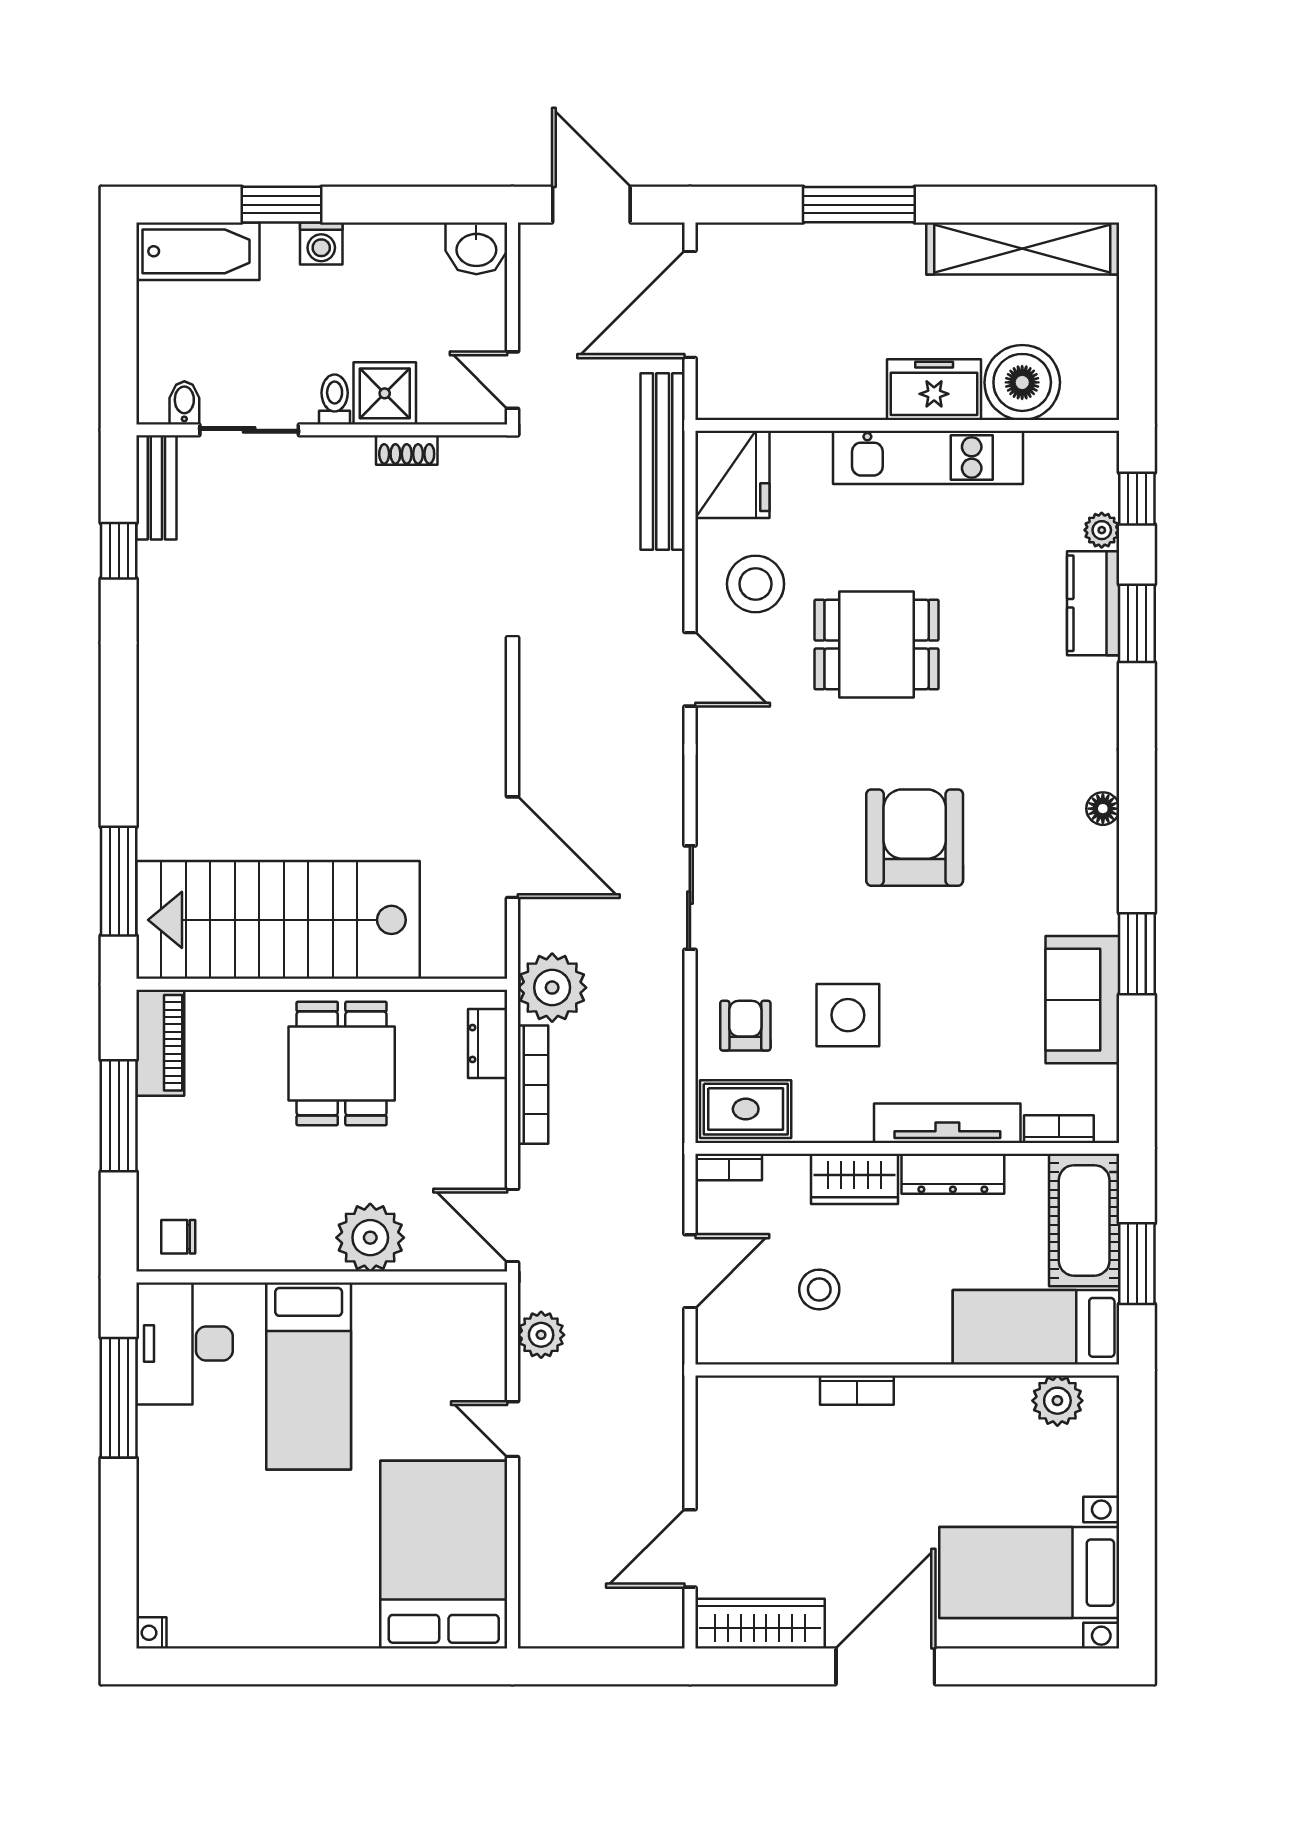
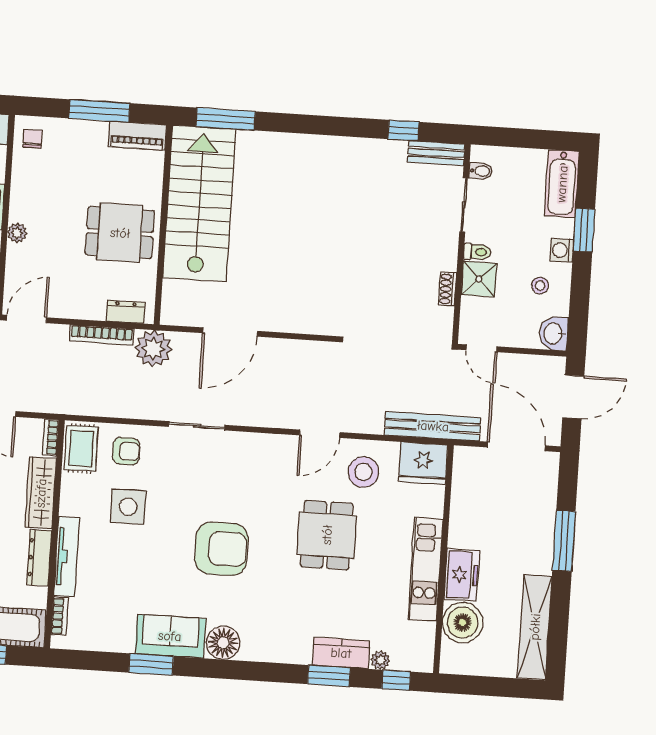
stool: (389, 279) -> (540, 286), added
door: (513, 380) -> (482, 348), swing flipped
floor lamp: (1103, 809) -> (223, 643), width x1.89, depth x1.89
sofa: (1082, 1000) -> (170, 636), moved
wardrobe: (854, 1179) -> (41, 493), width x1.50
plant: (370, 1238) -> (17, 233), width x0.53, depth x0.53

